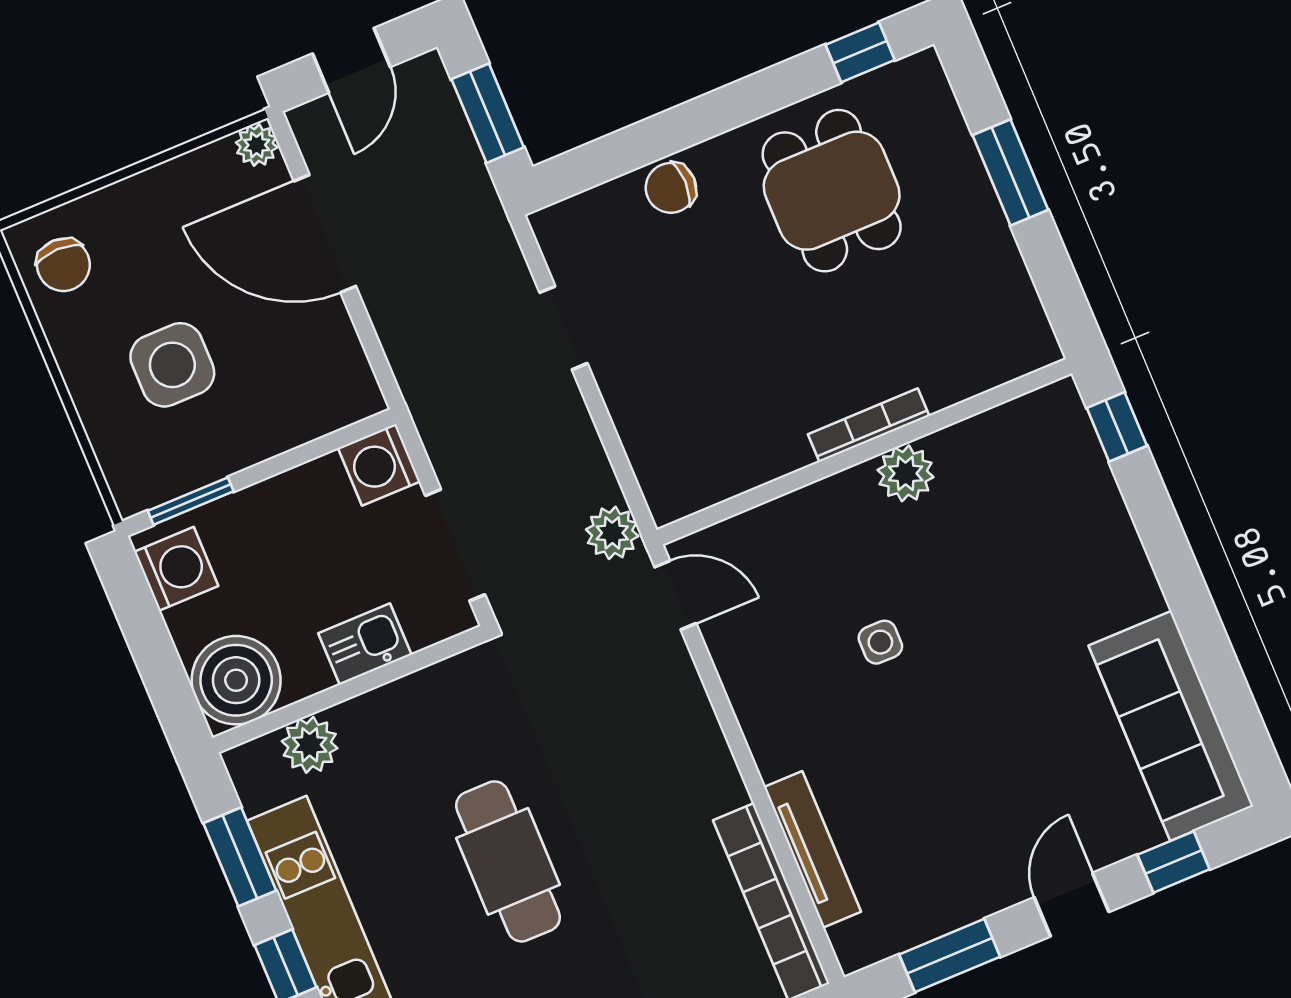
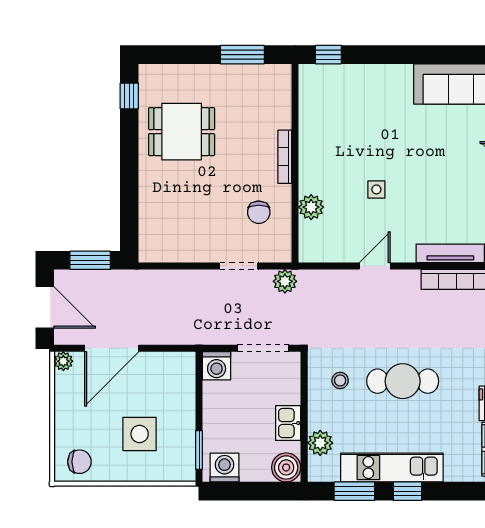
door: (351, 60) -> (45, 307), width x1.38
window: (1010, 172) -> (242, 55), moved
chair: (671, 188) -> (259, 212), moved
doorway: (564, 328) -> (239, 266), moved
plant: (906, 473) -> (311, 207), moved
door: (675, 595) -> (375, 266), moved
kitchen sink: (365, 644) -> (288, 423), moved
boiler: (236, 680) -> (286, 467), width x0.73, depth x0.73
stool: (456, 732) -> (340, 380), added

